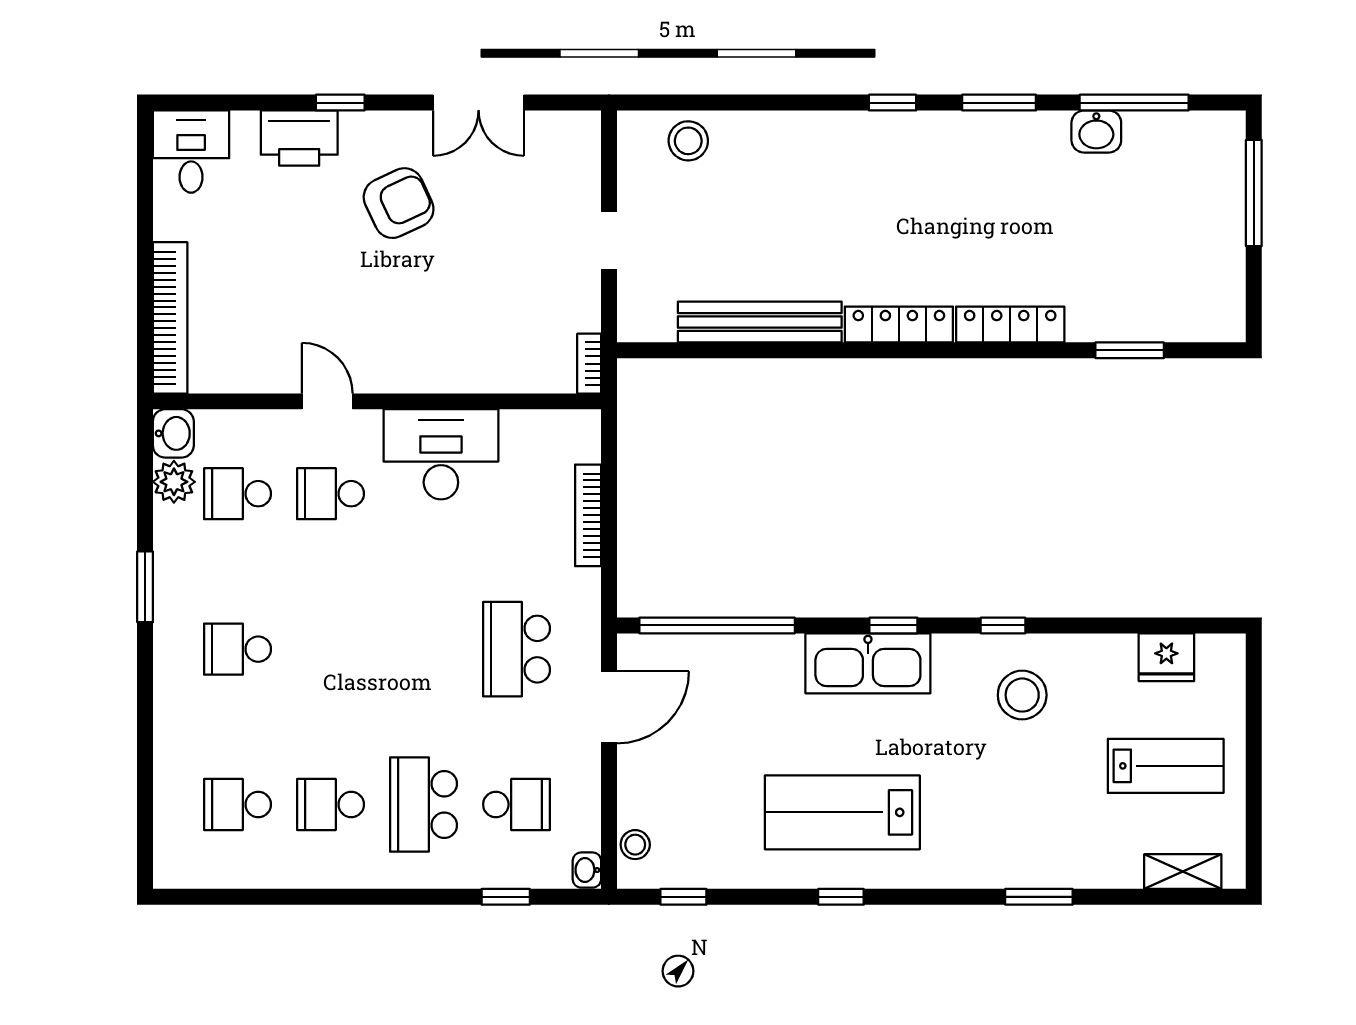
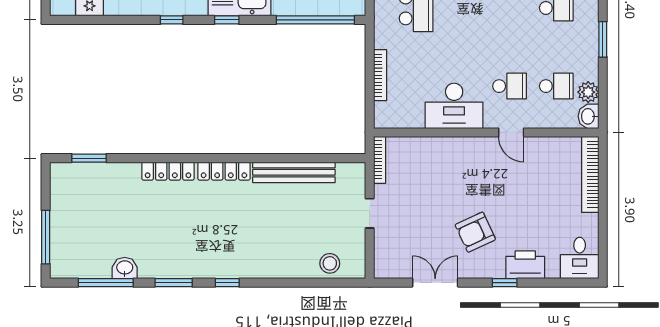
window: (1130, 350) -> (89, 158), moved
bookcase: (589, 364) -> (380, 160), width x1.56

